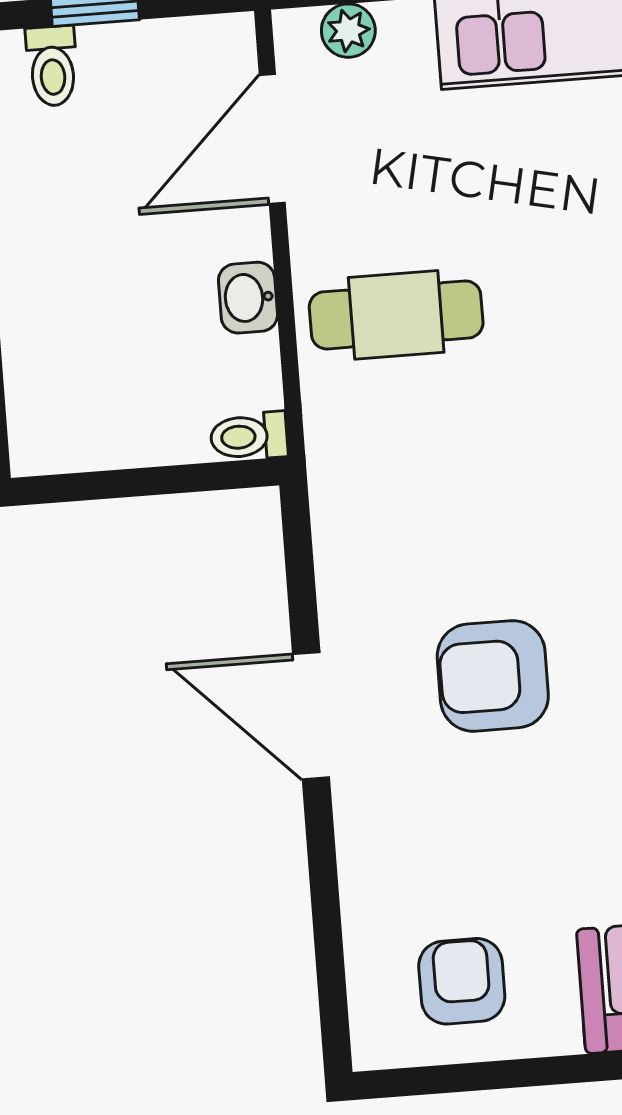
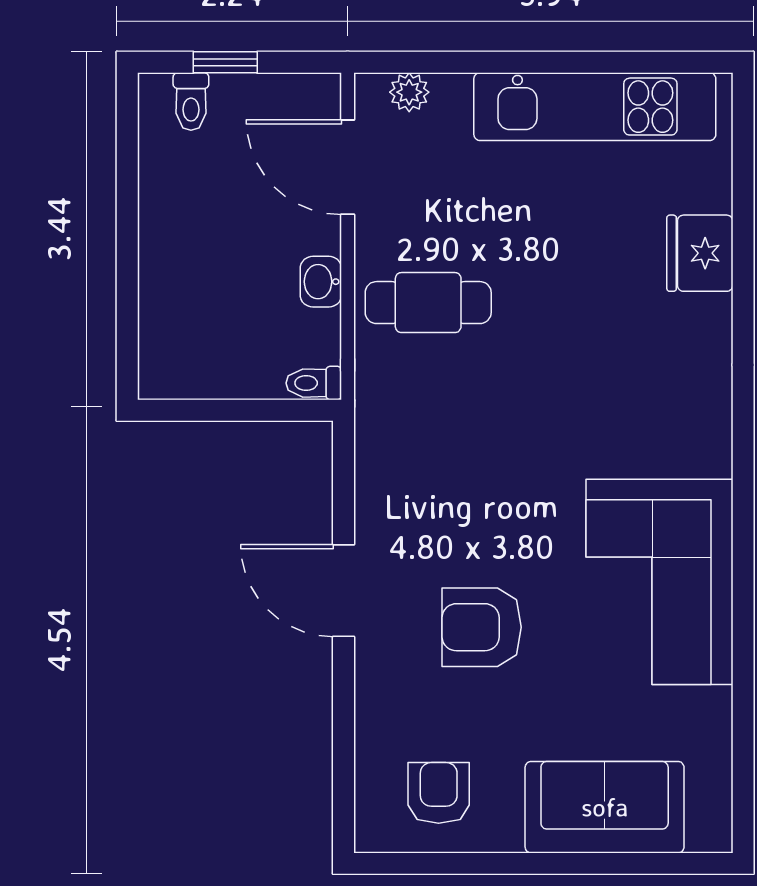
door: (272, 139) -> (348, 167), hinge flipped
armchair: (493, 676) -> (482, 627), moved

